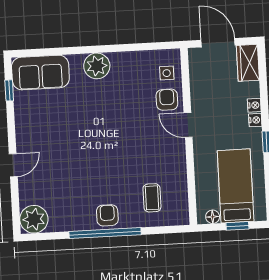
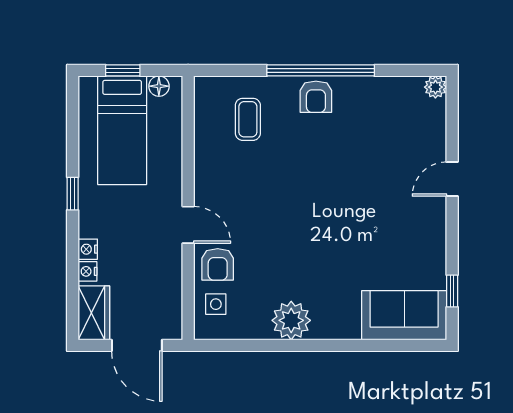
plant: (97, 66) -> (291, 320), moved
nightstand: (255, 120) -> (88, 271), moved
plant: (34, 219) -> (435, 87), width x0.53, depth x0.53

